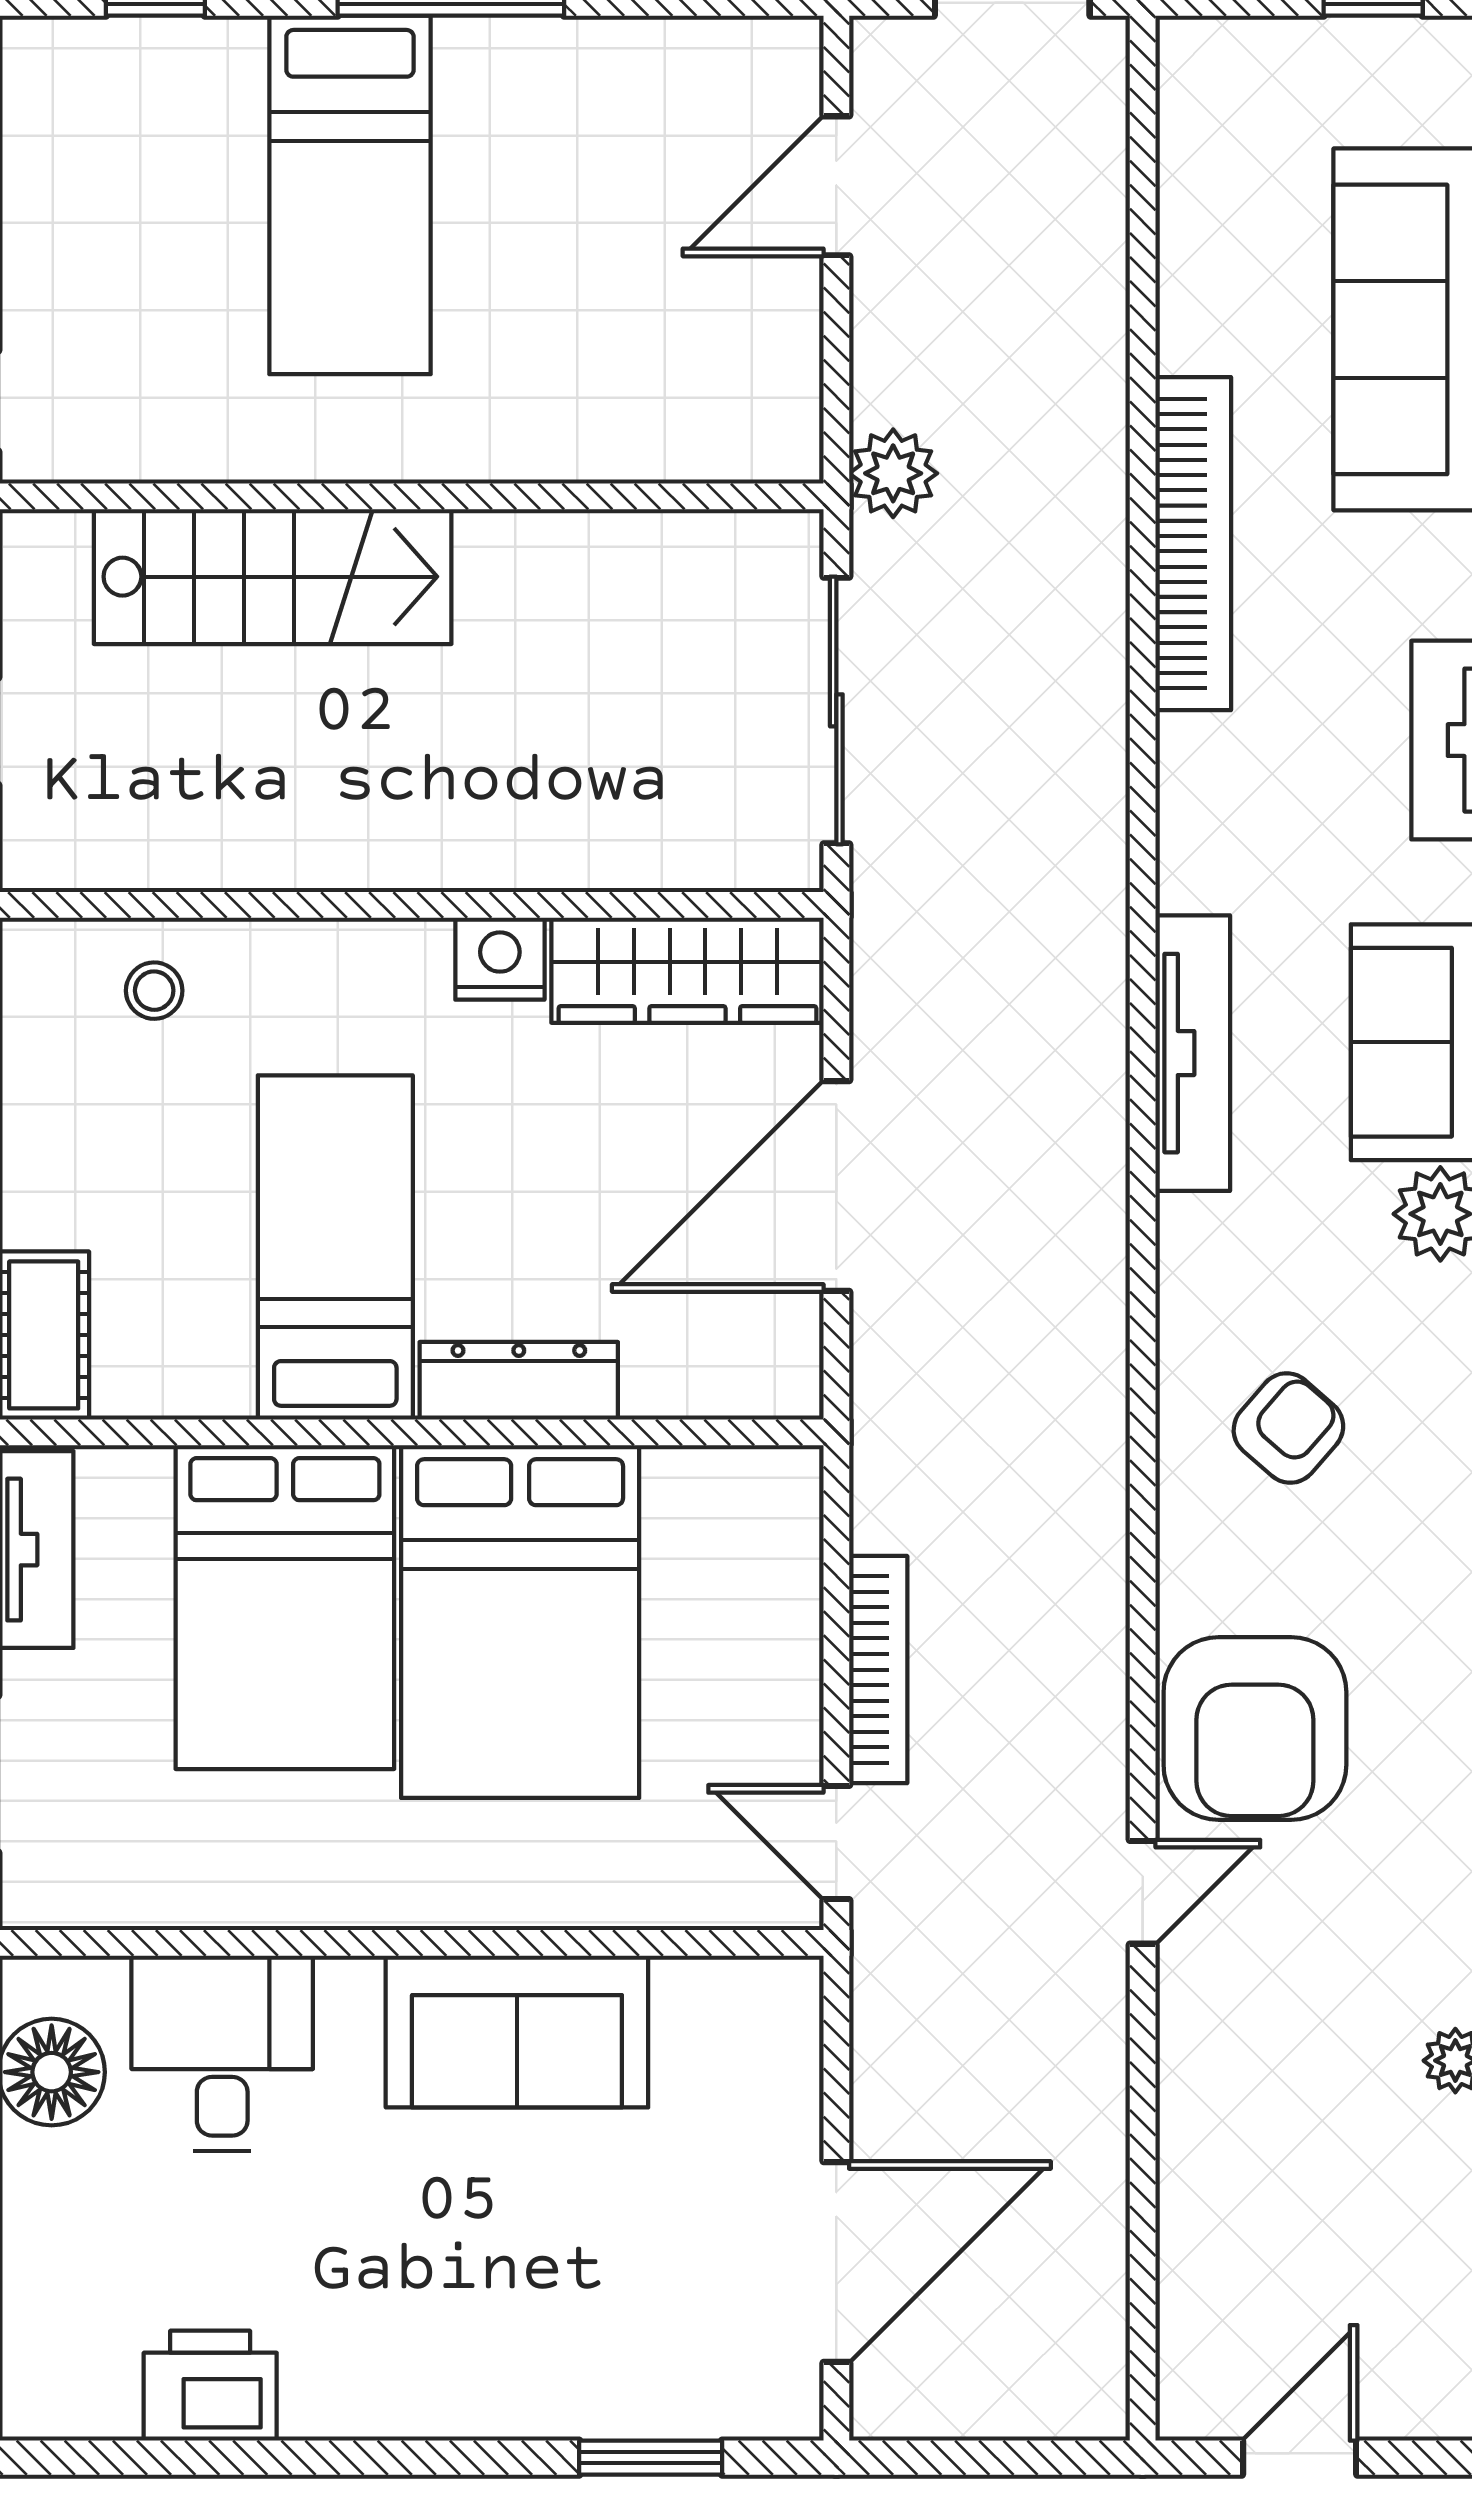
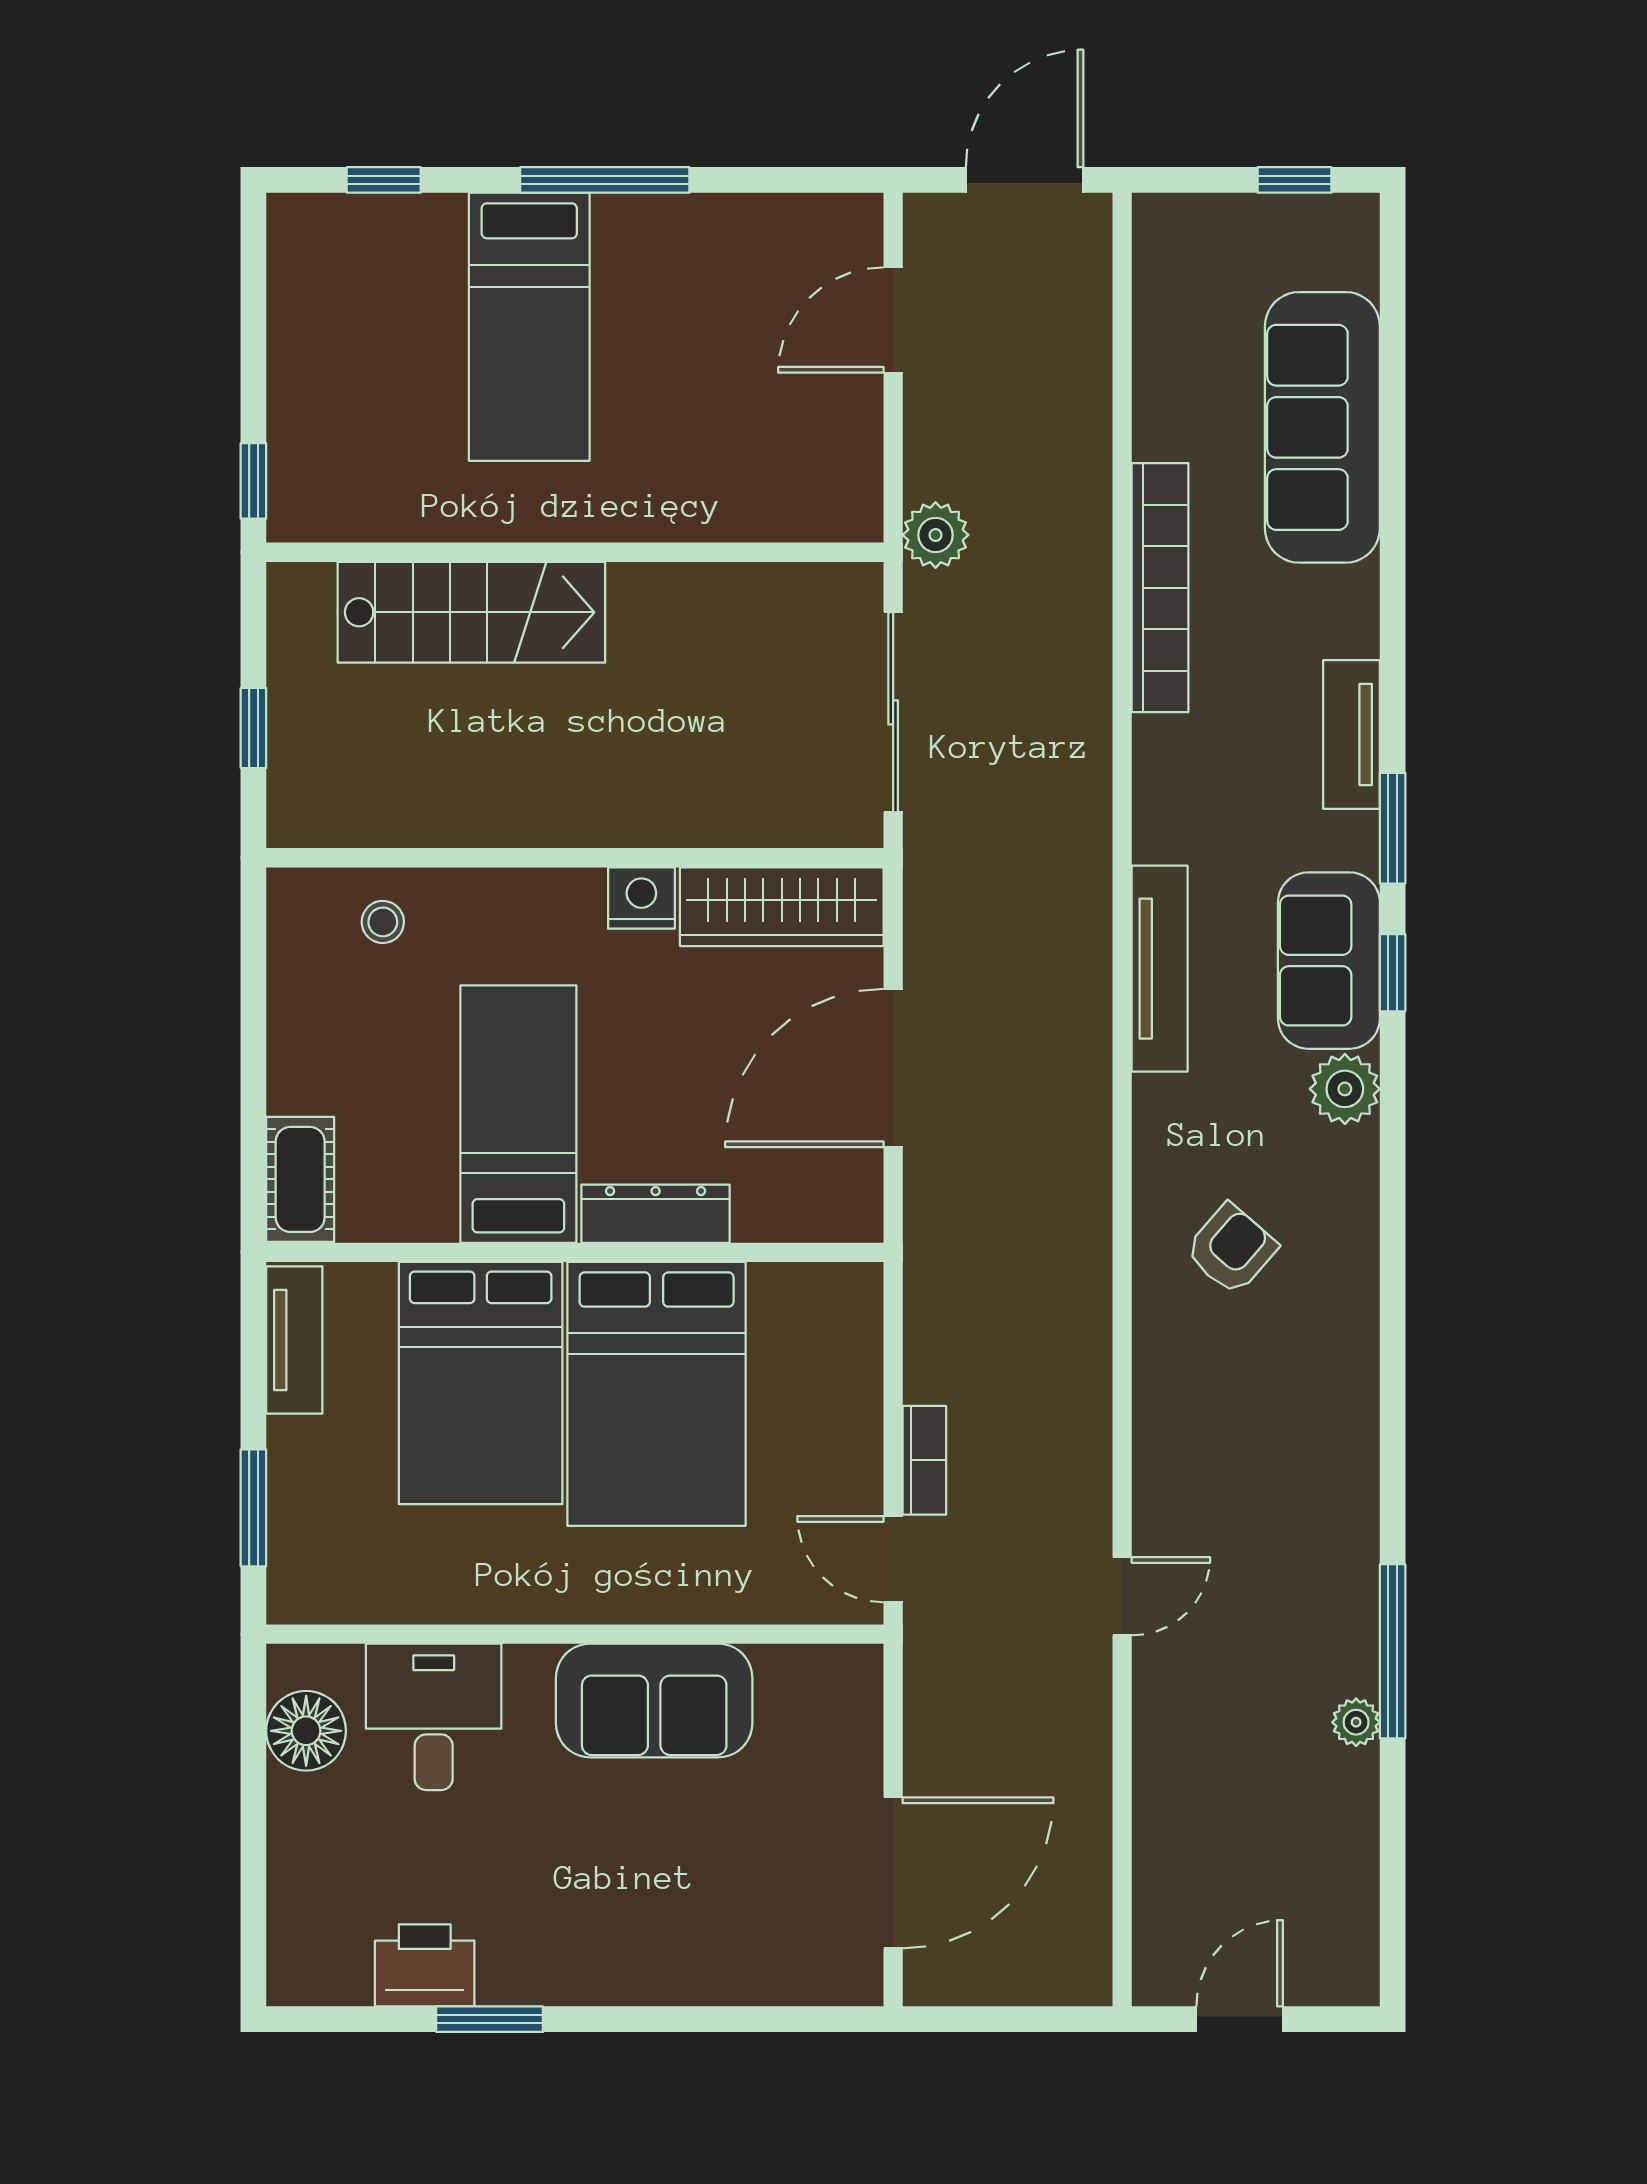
bookcase: (878, 1670) -> (924, 1460), width x0.64
armchair: (1255, 1728) -> (1206, 1474), removed
window: (651, 2458) -> (490, 2019), moved

